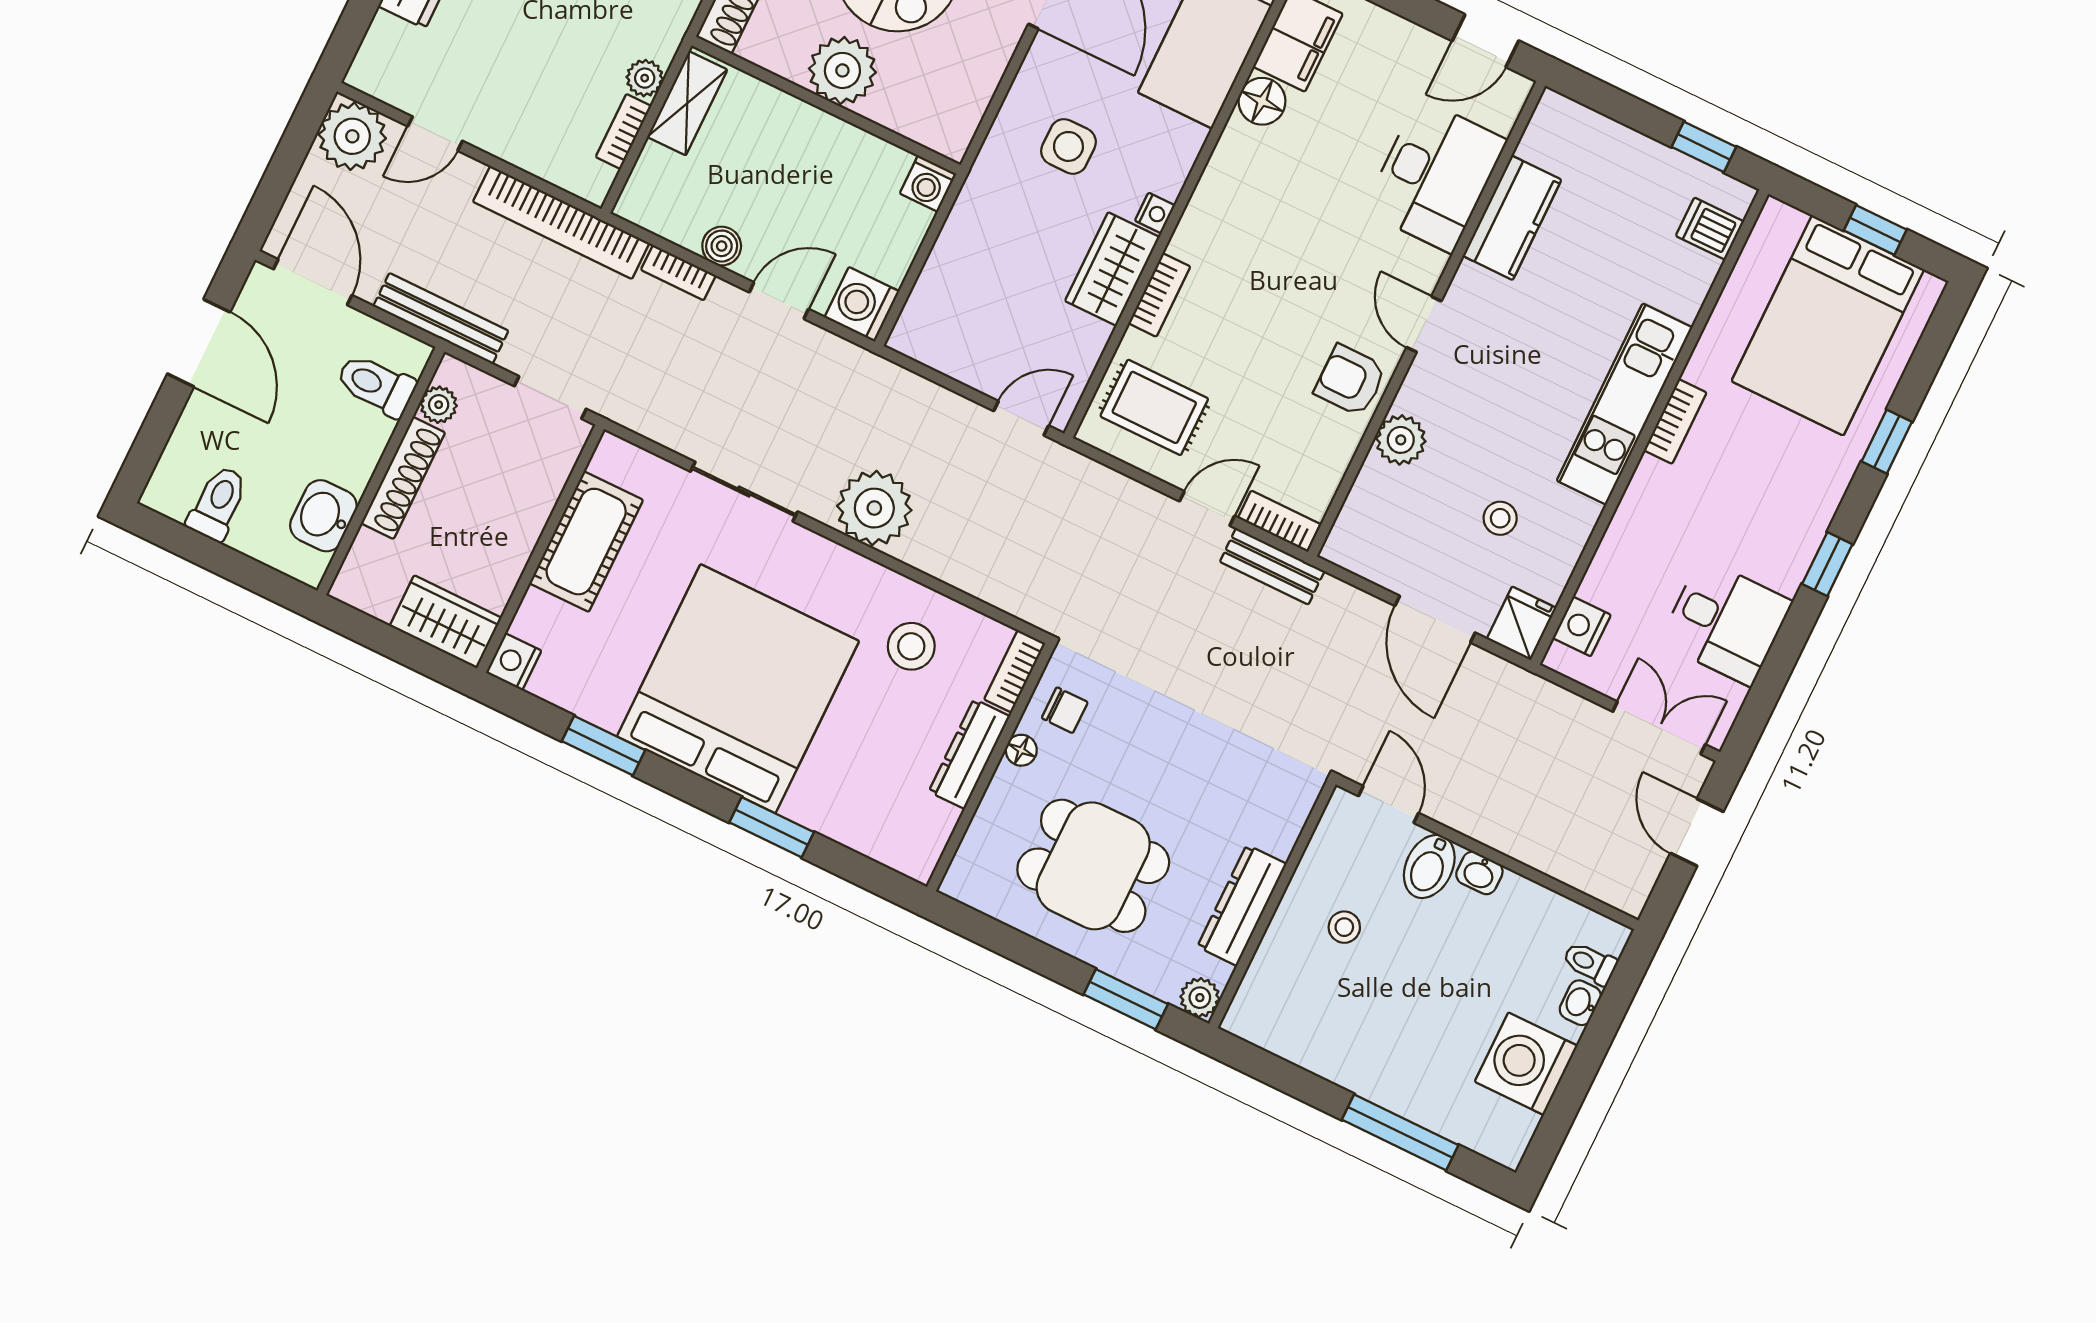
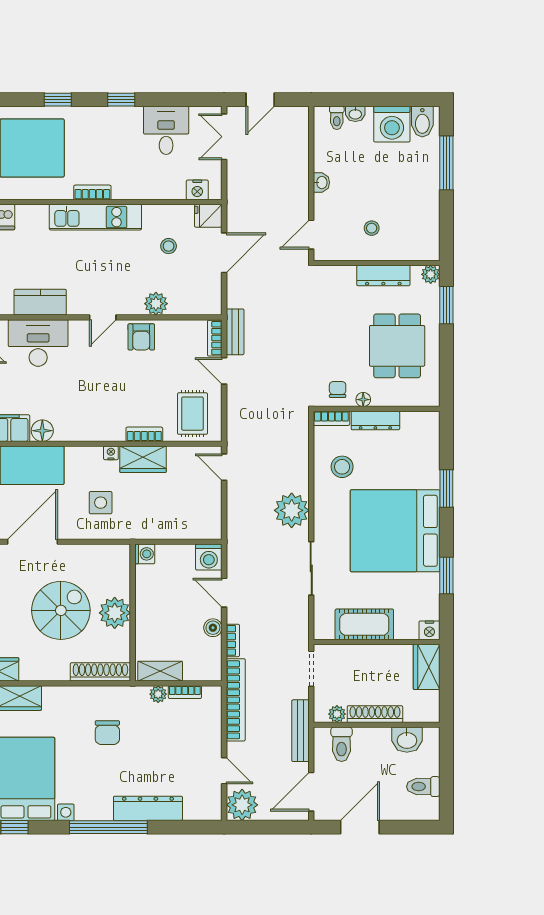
bidet: (1429, 866) -> (422, 122), moved, turned 90

